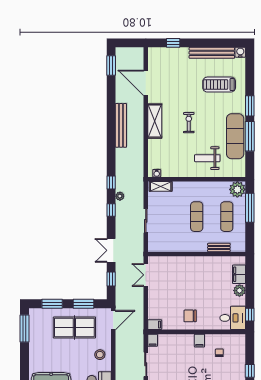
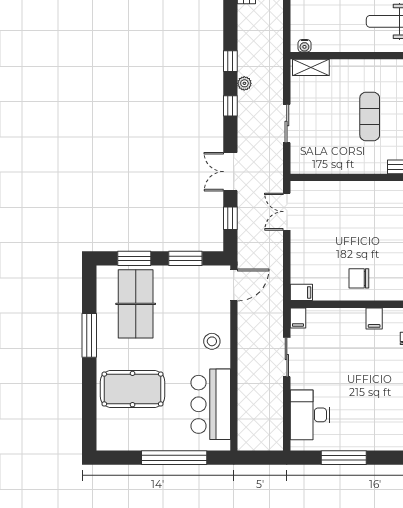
table tennis table: (74, 328) -> (136, 304), moved, turned 90
window: (25, 329) -> (89, 335), moved

